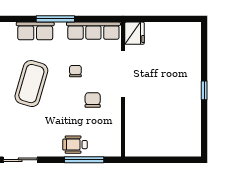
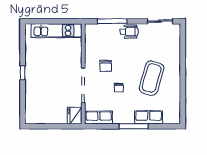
row of seats: (93, 31) -> (99, 118), width x0.68
wheelchair: (75, 145) -> (129, 32), moved
kitchen unit: (159, 147) -> (57, 31), added

